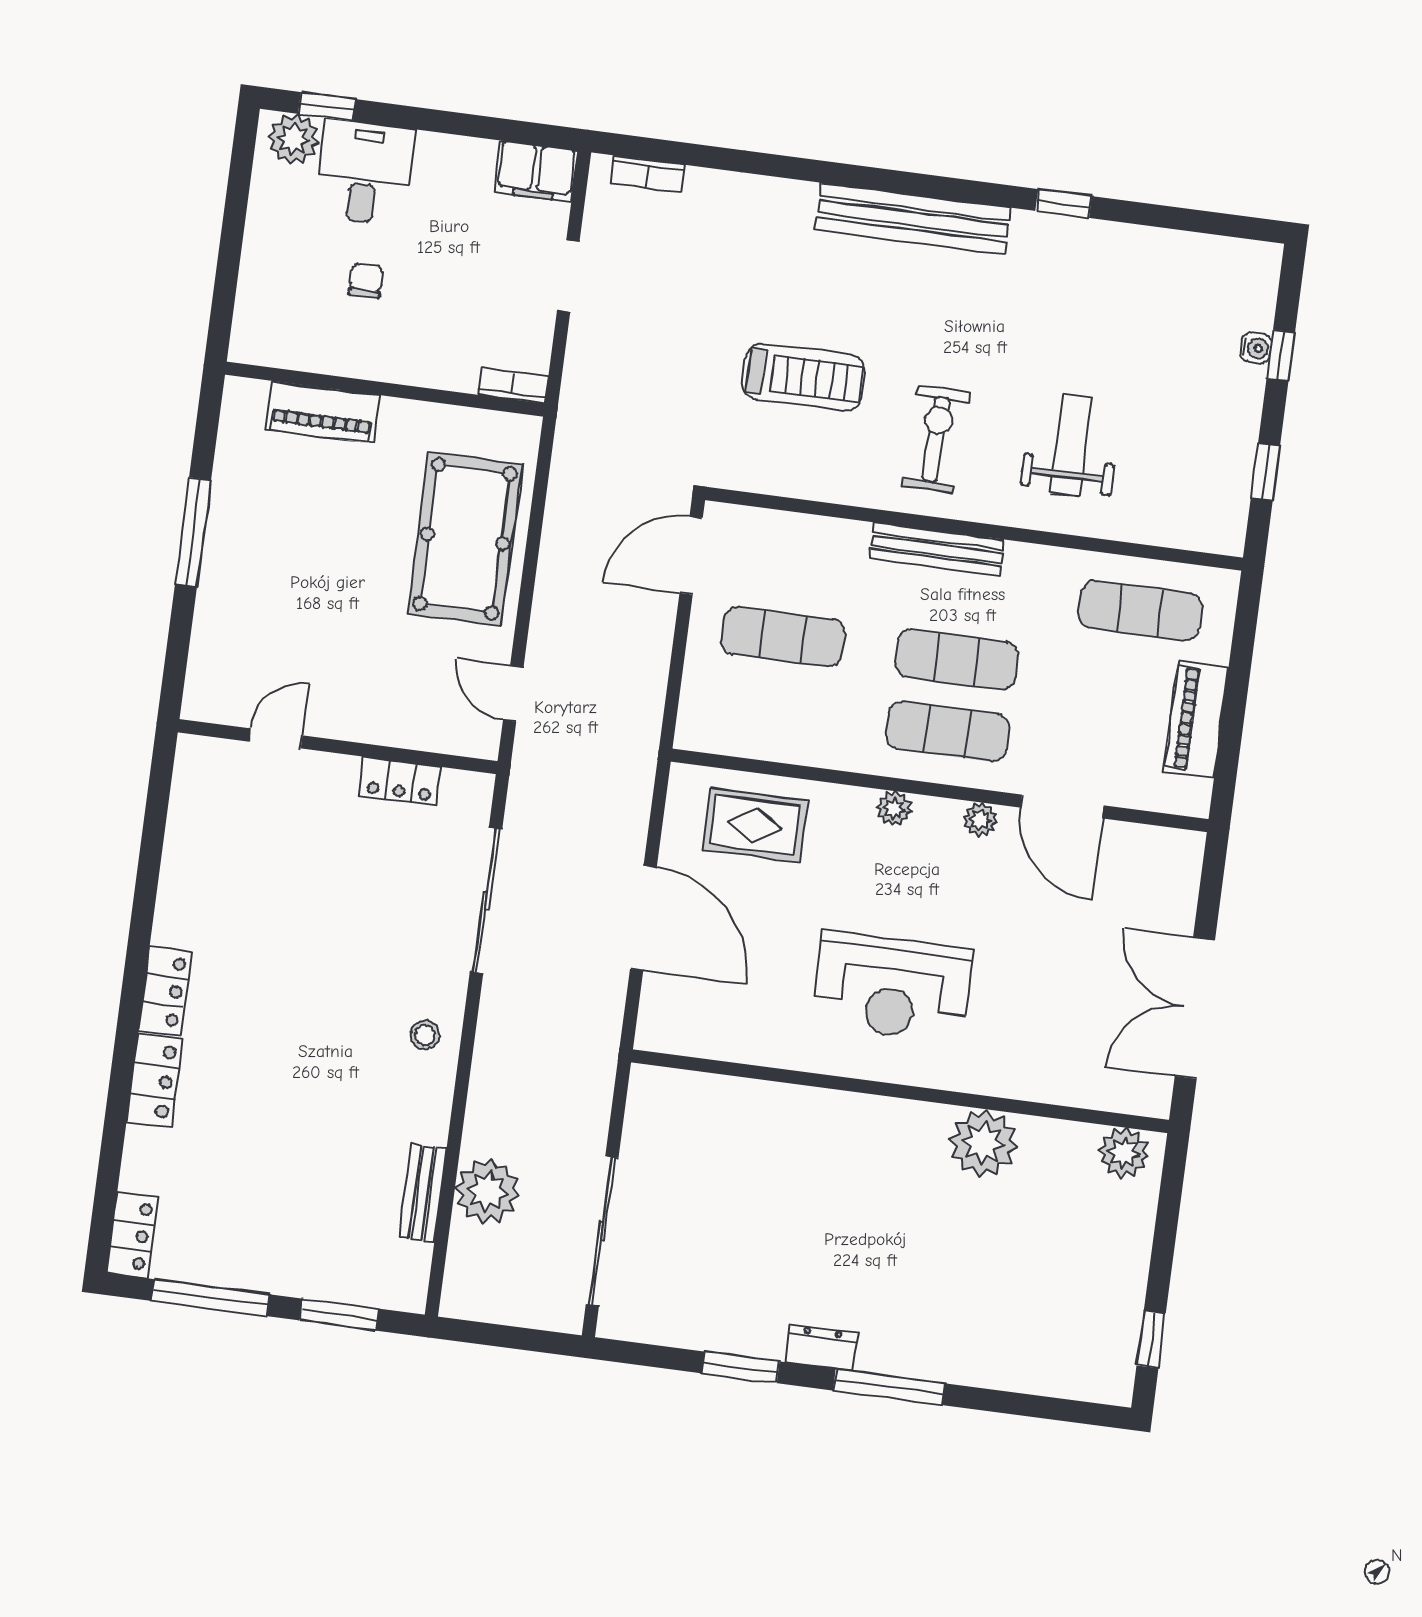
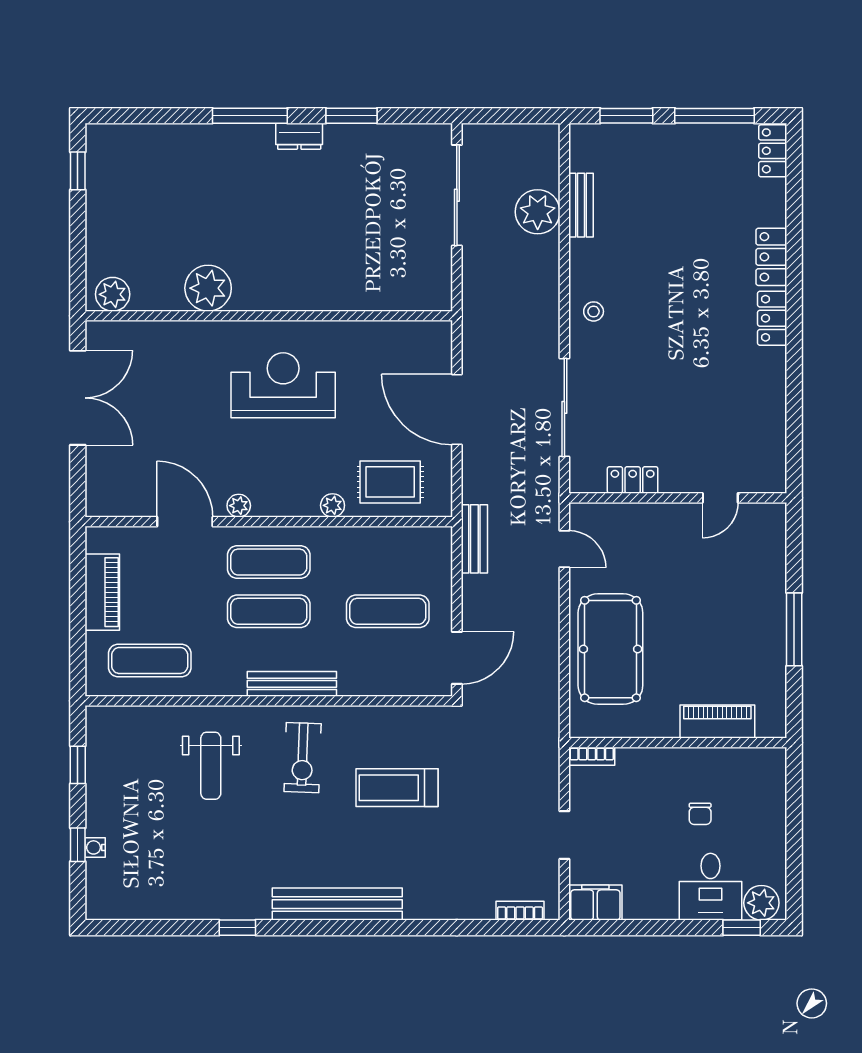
bench: (643, 726) -> (474, 539), added
plant: (894, 809) -> (333, 505), moved

